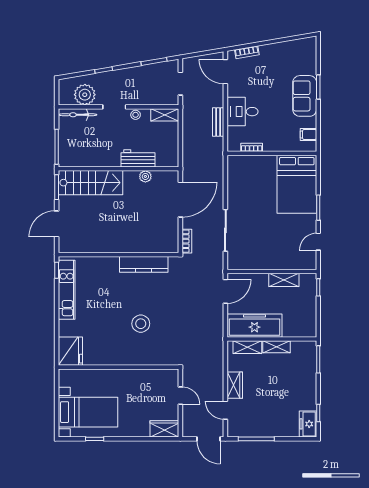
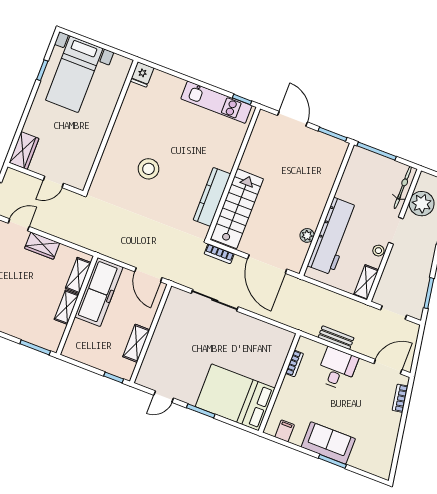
workbench: (138, 158) -> (333, 236), width x1.88, depth x1.32
stairs: (90, 183) -> (237, 209), moved, turned 180
door: (318, 242) -> (164, 397), swing flipped
fridge: (70, 351) -> (142, 74), width x0.53, depth x0.75

